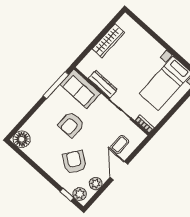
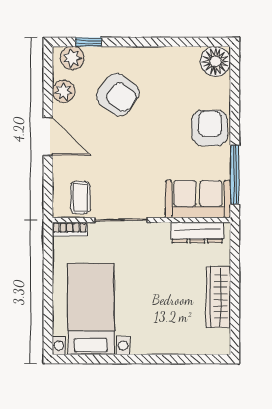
dresser: (103, 84) -> (197, 233), moved
armchair: (71, 124) -> (210, 128), moved
coffee table: (120, 144) -> (80, 198), moved

